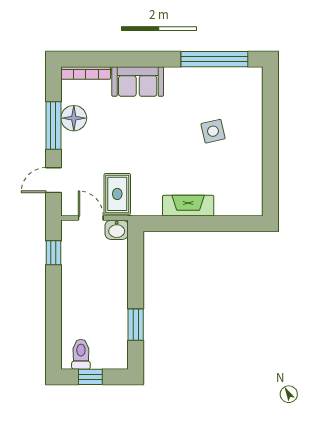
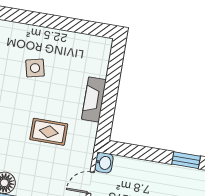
rug: (117, 194) -> (49, 132), moved

